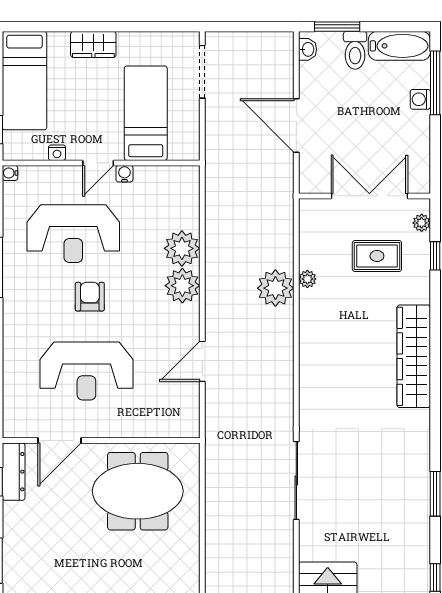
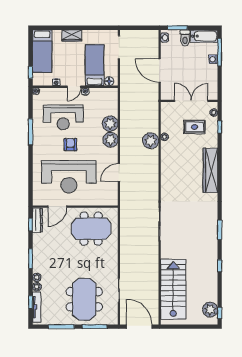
floor lamp: (179, 150) -> (109, 81), added
reception desk: (86, 371) -> (69, 177), width x1.36, depth x1.30

